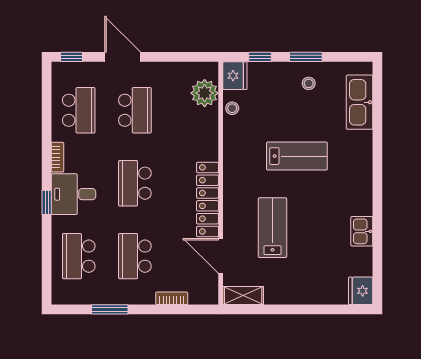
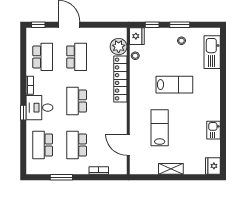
locker: (207, 199) -> (120, 79), moved
shelving: (243, 296) -> (171, 169), moved

